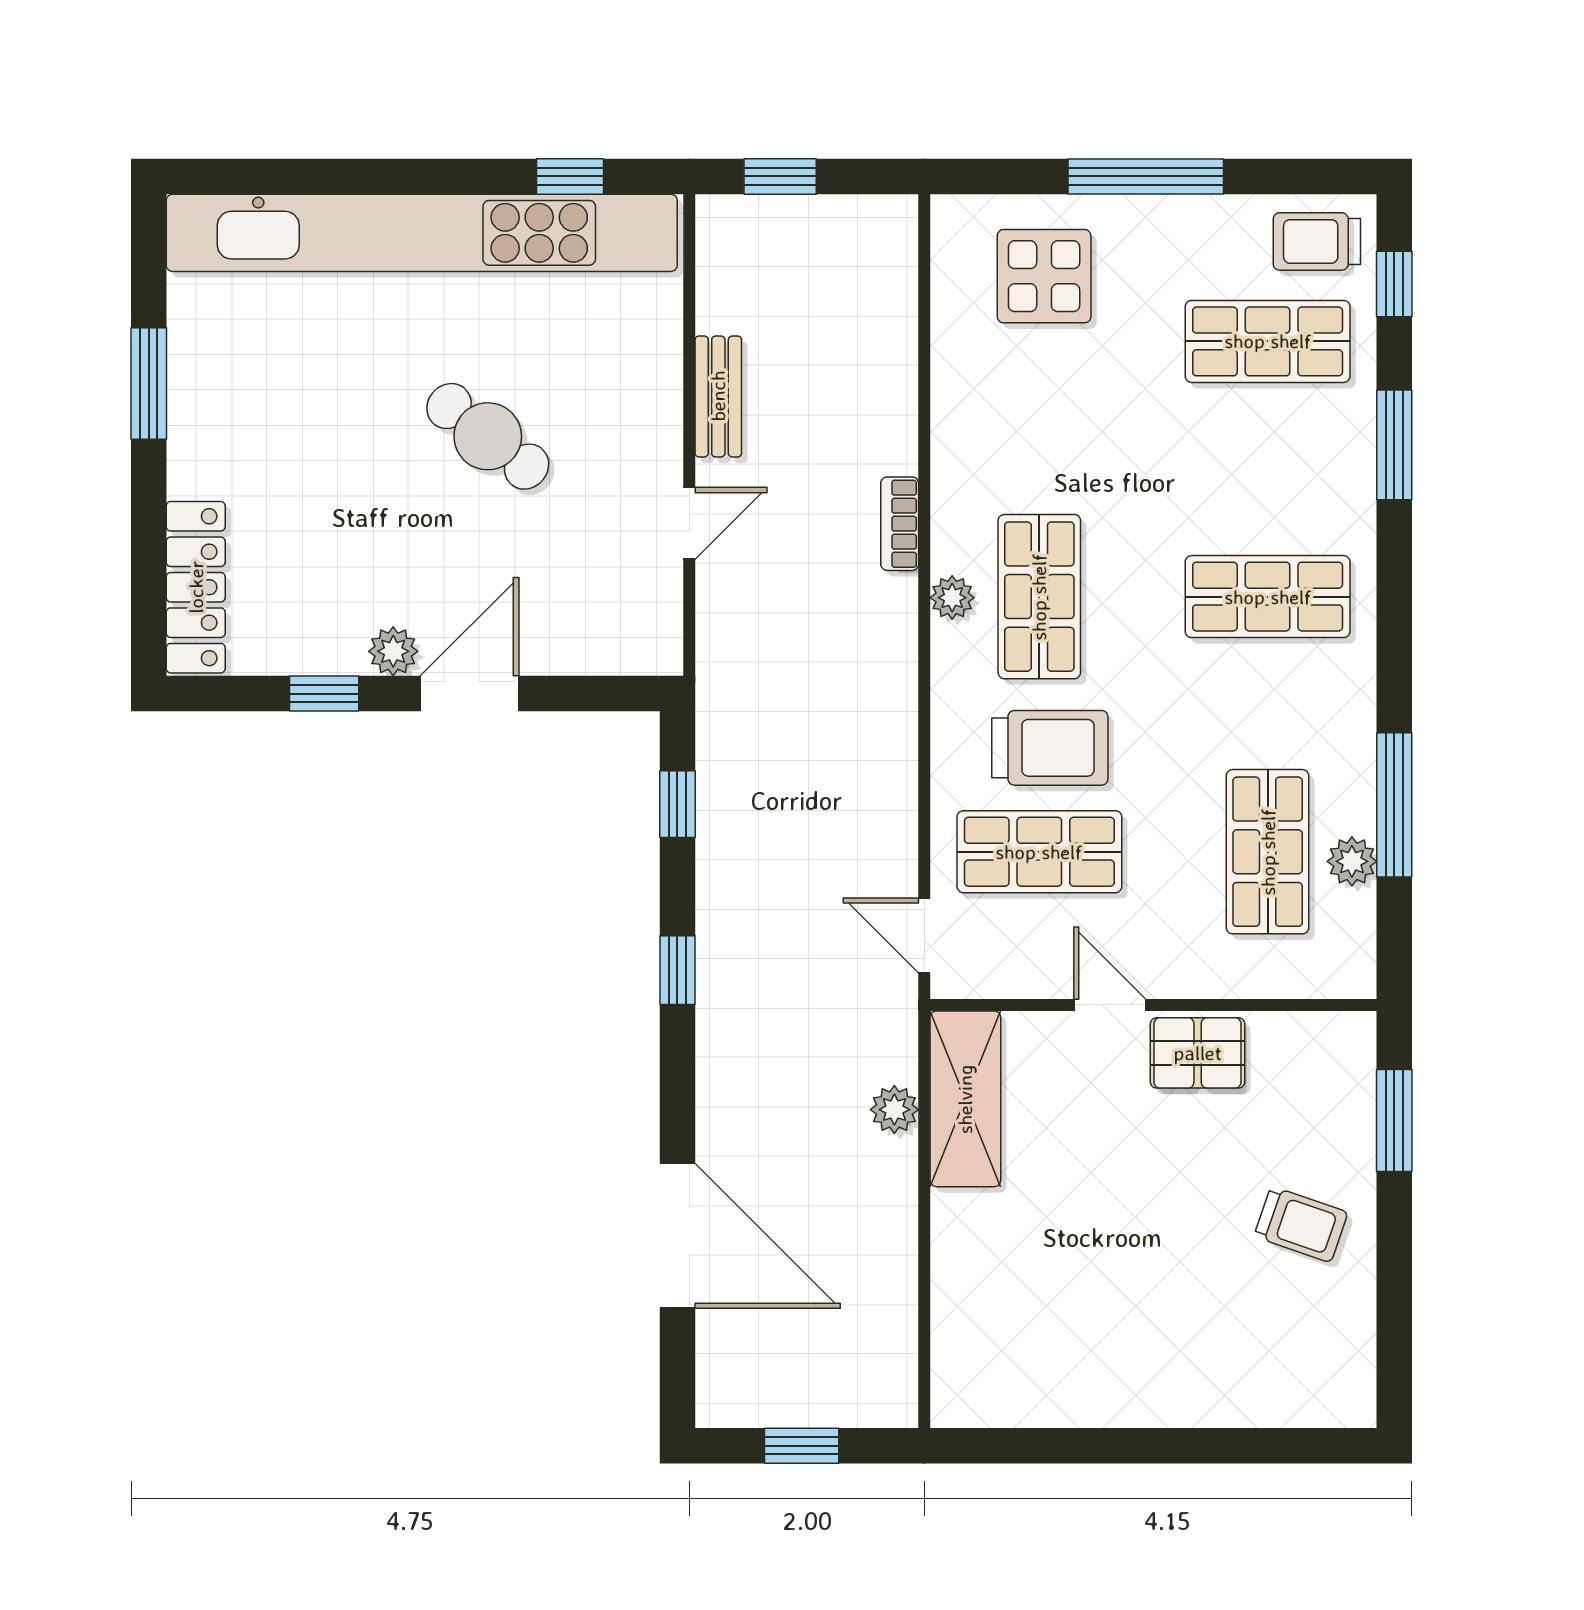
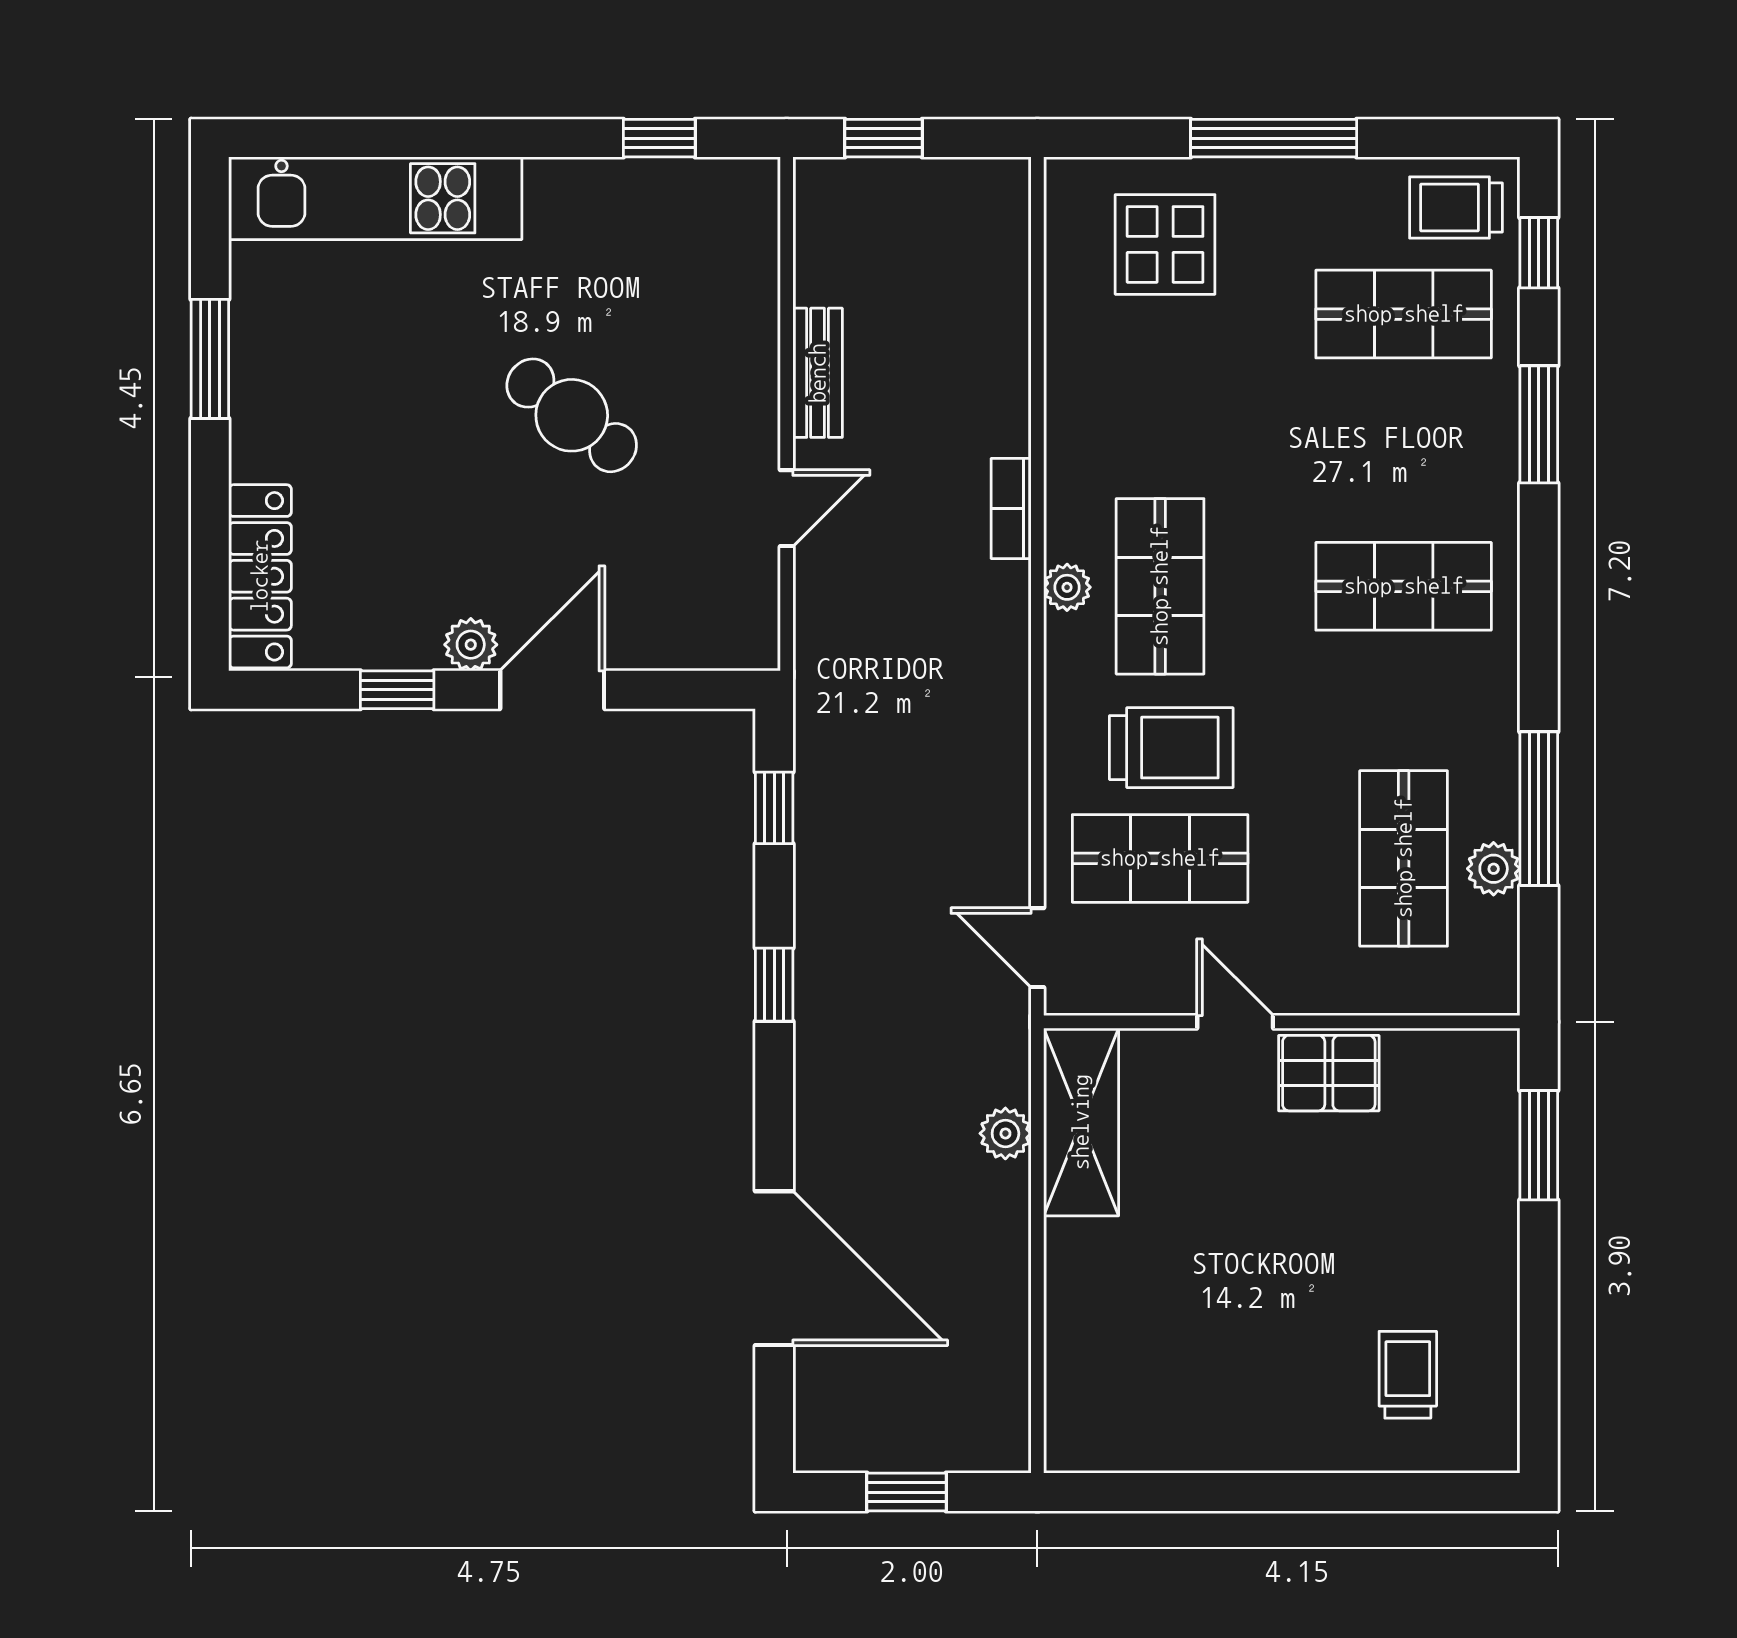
kitchen unit: (422, 233) -> (375, 198), width x0.54
trolley: (1301, 1224) -> (1408, 1375), moved, turned -109

